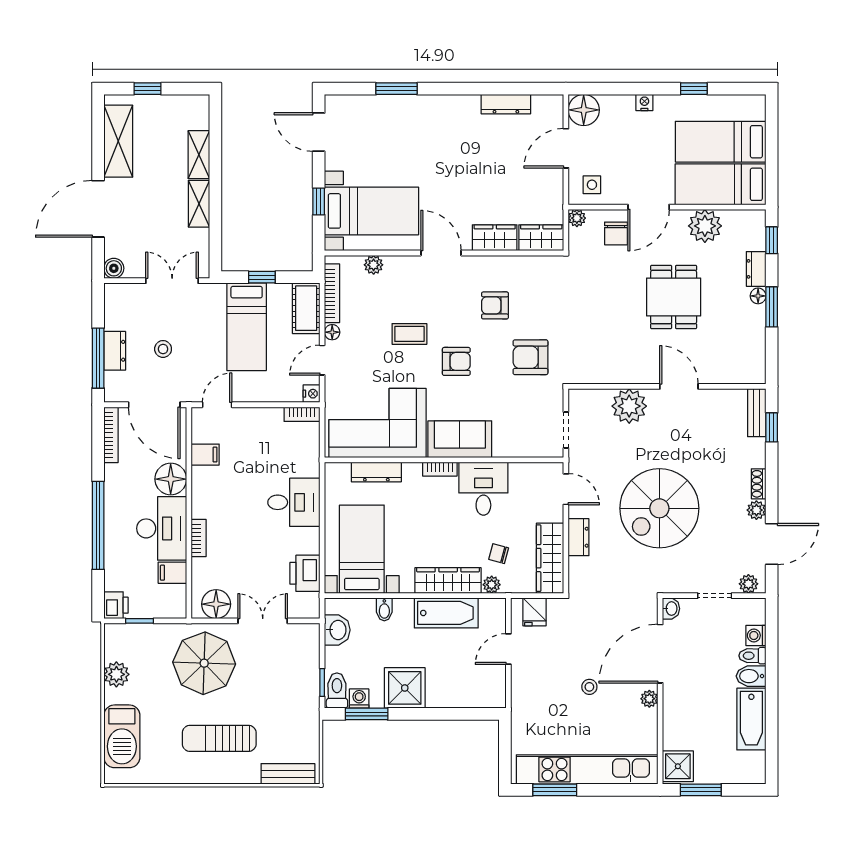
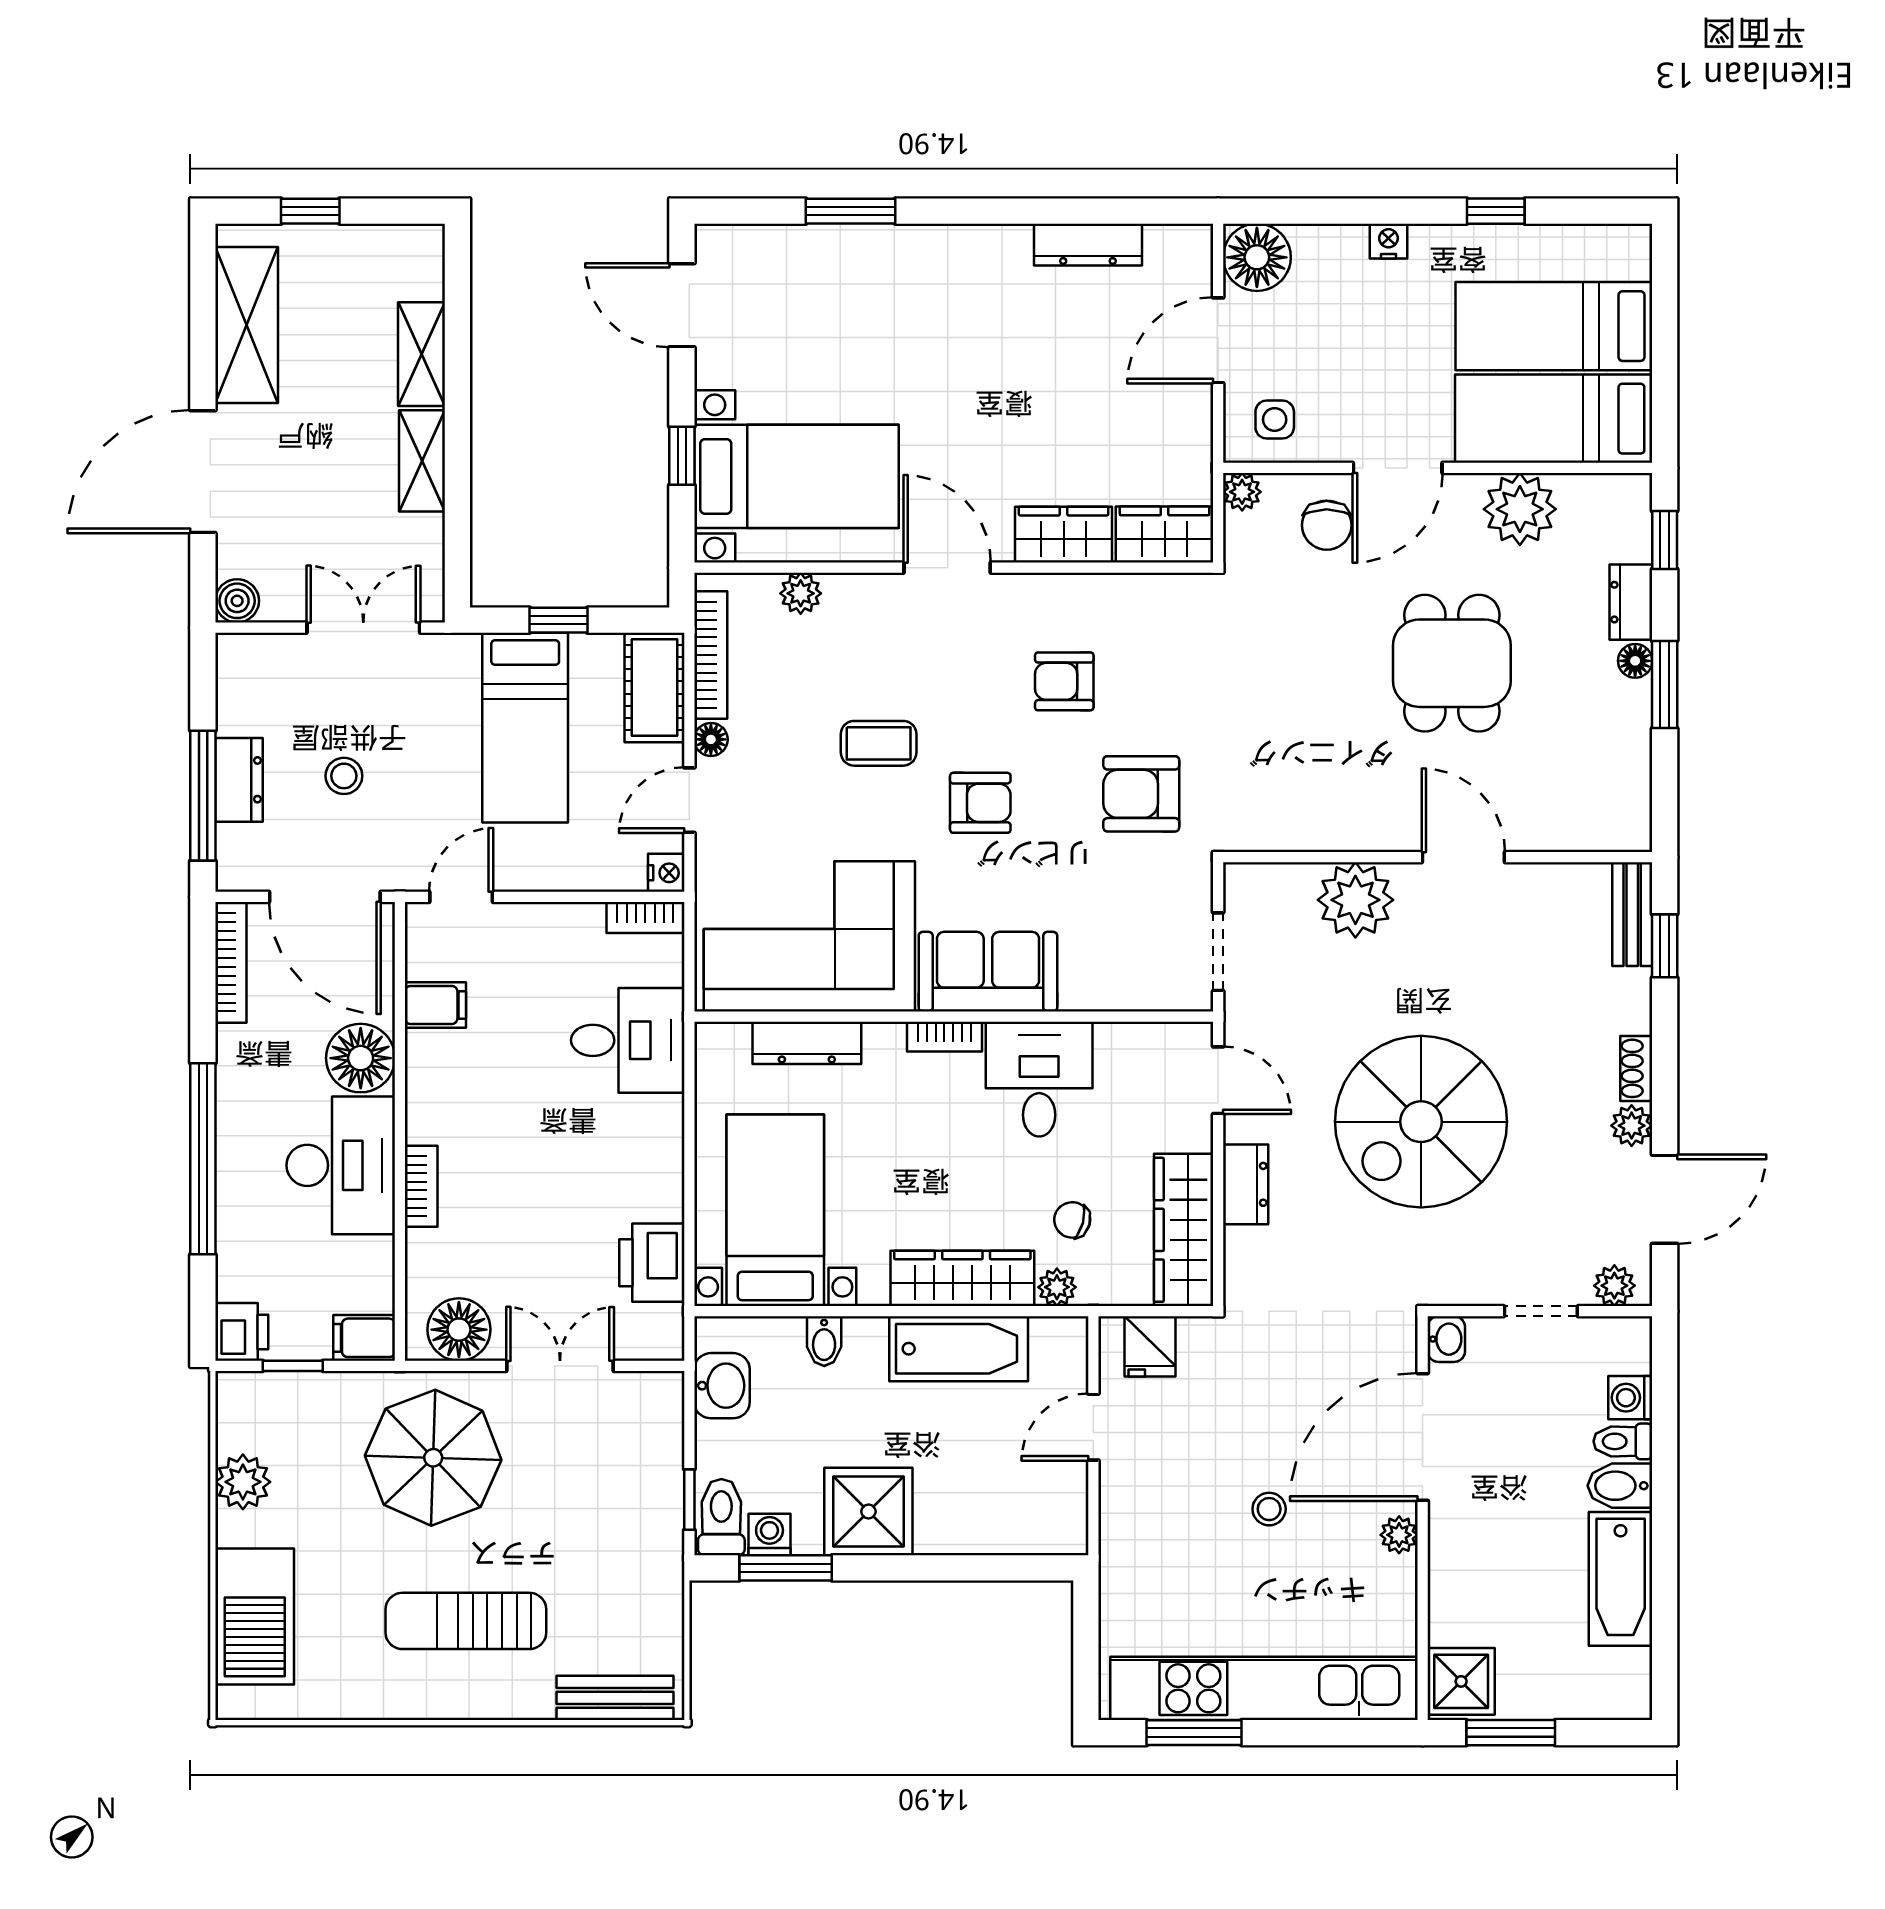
desk: (294, 502) -> (628, 1040), moved
filing cabinet: (172, 573) -> (364, 1338), moved

